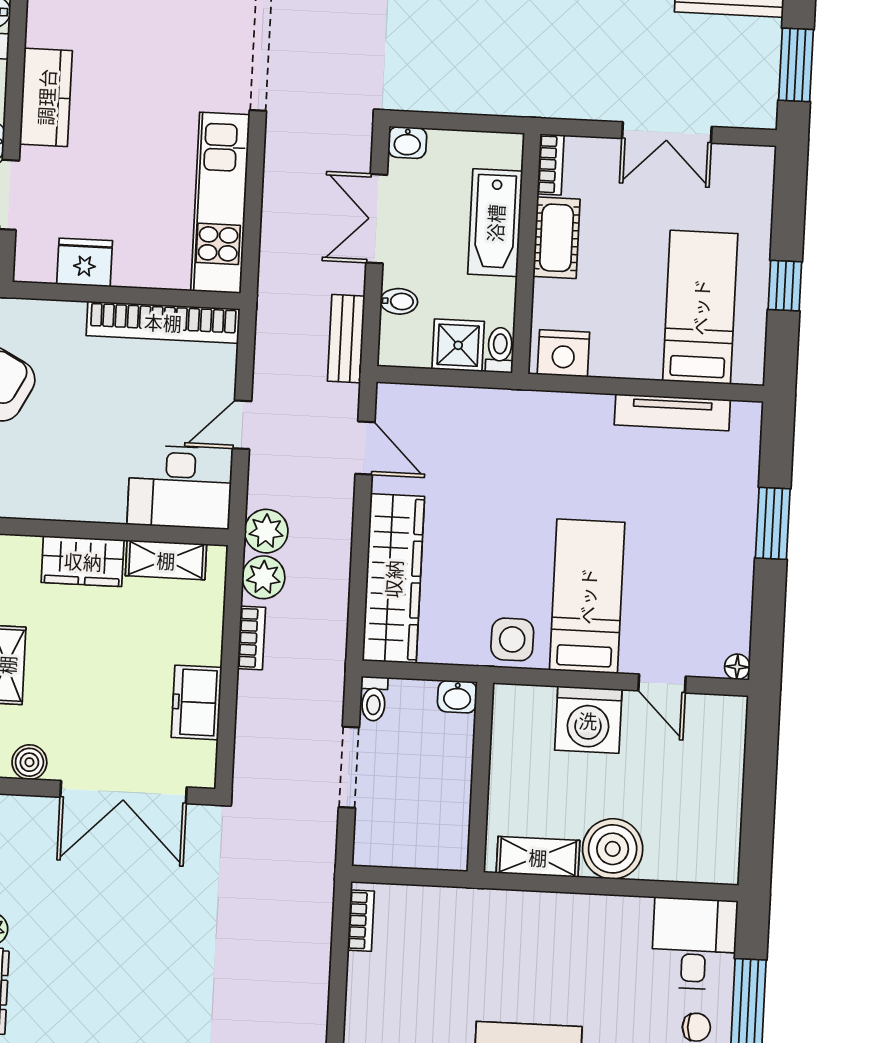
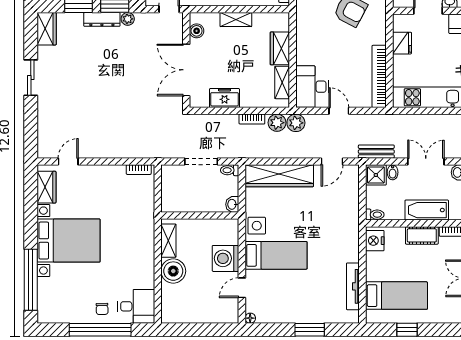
shower: (458, 345) -> (376, 175), moved

